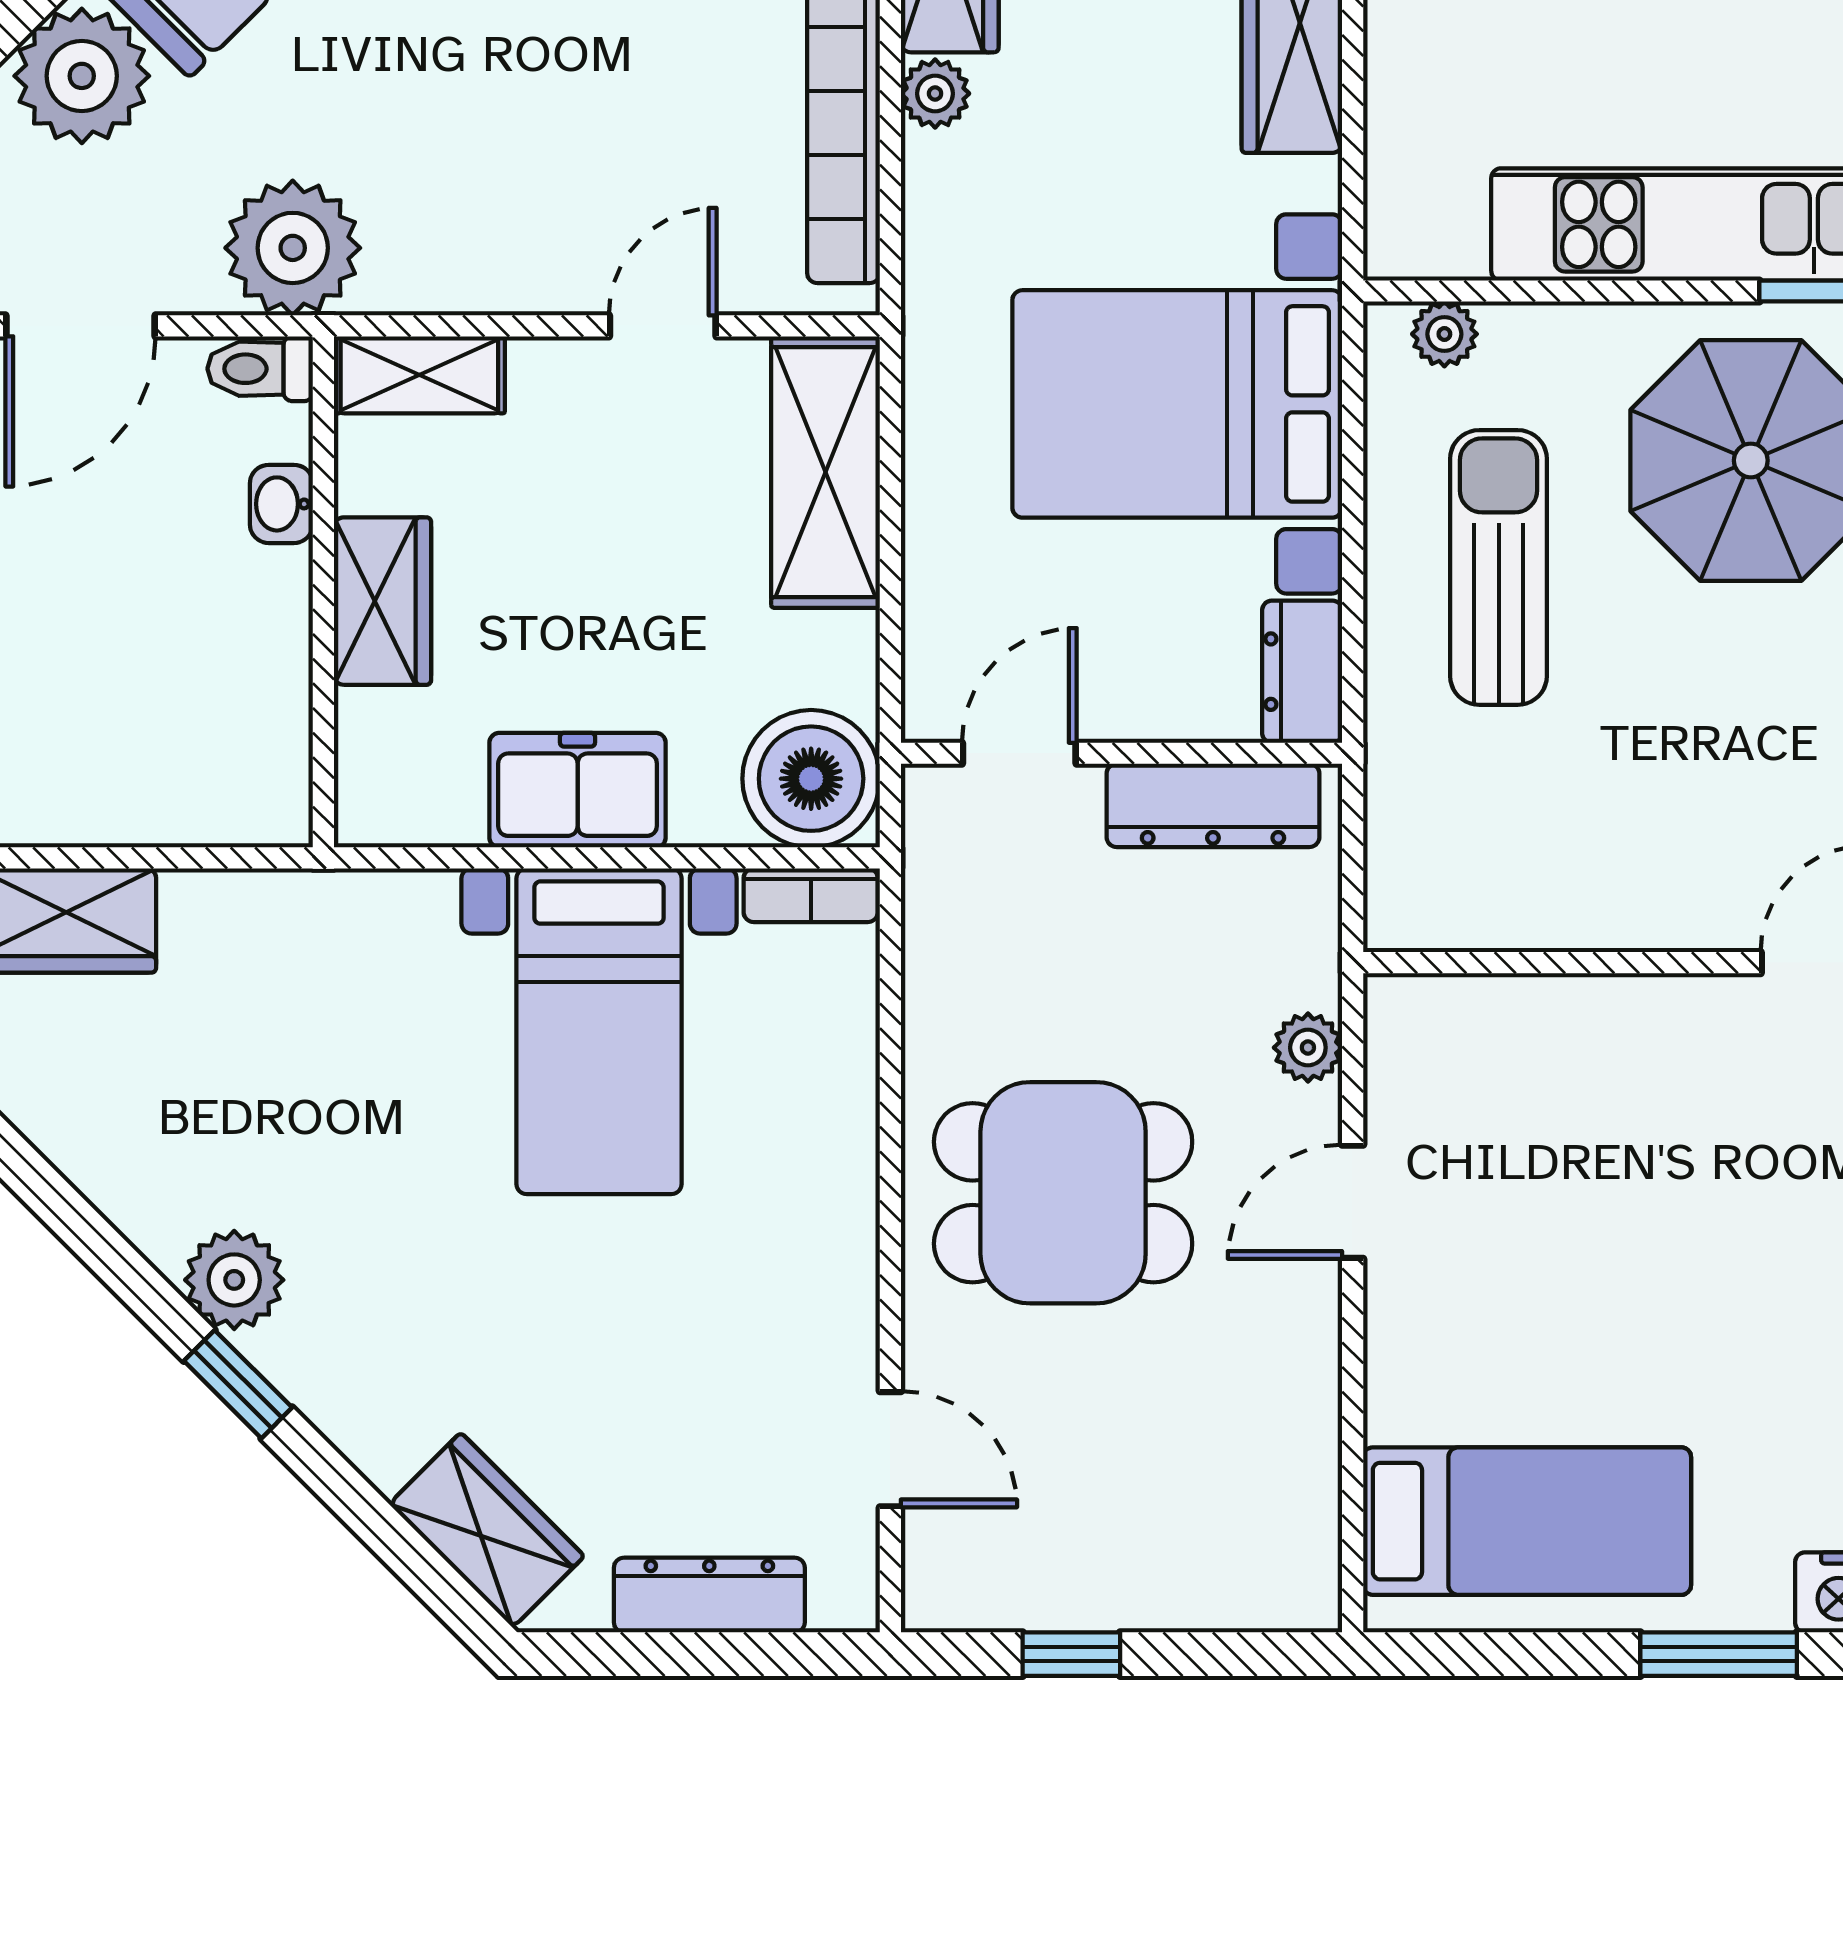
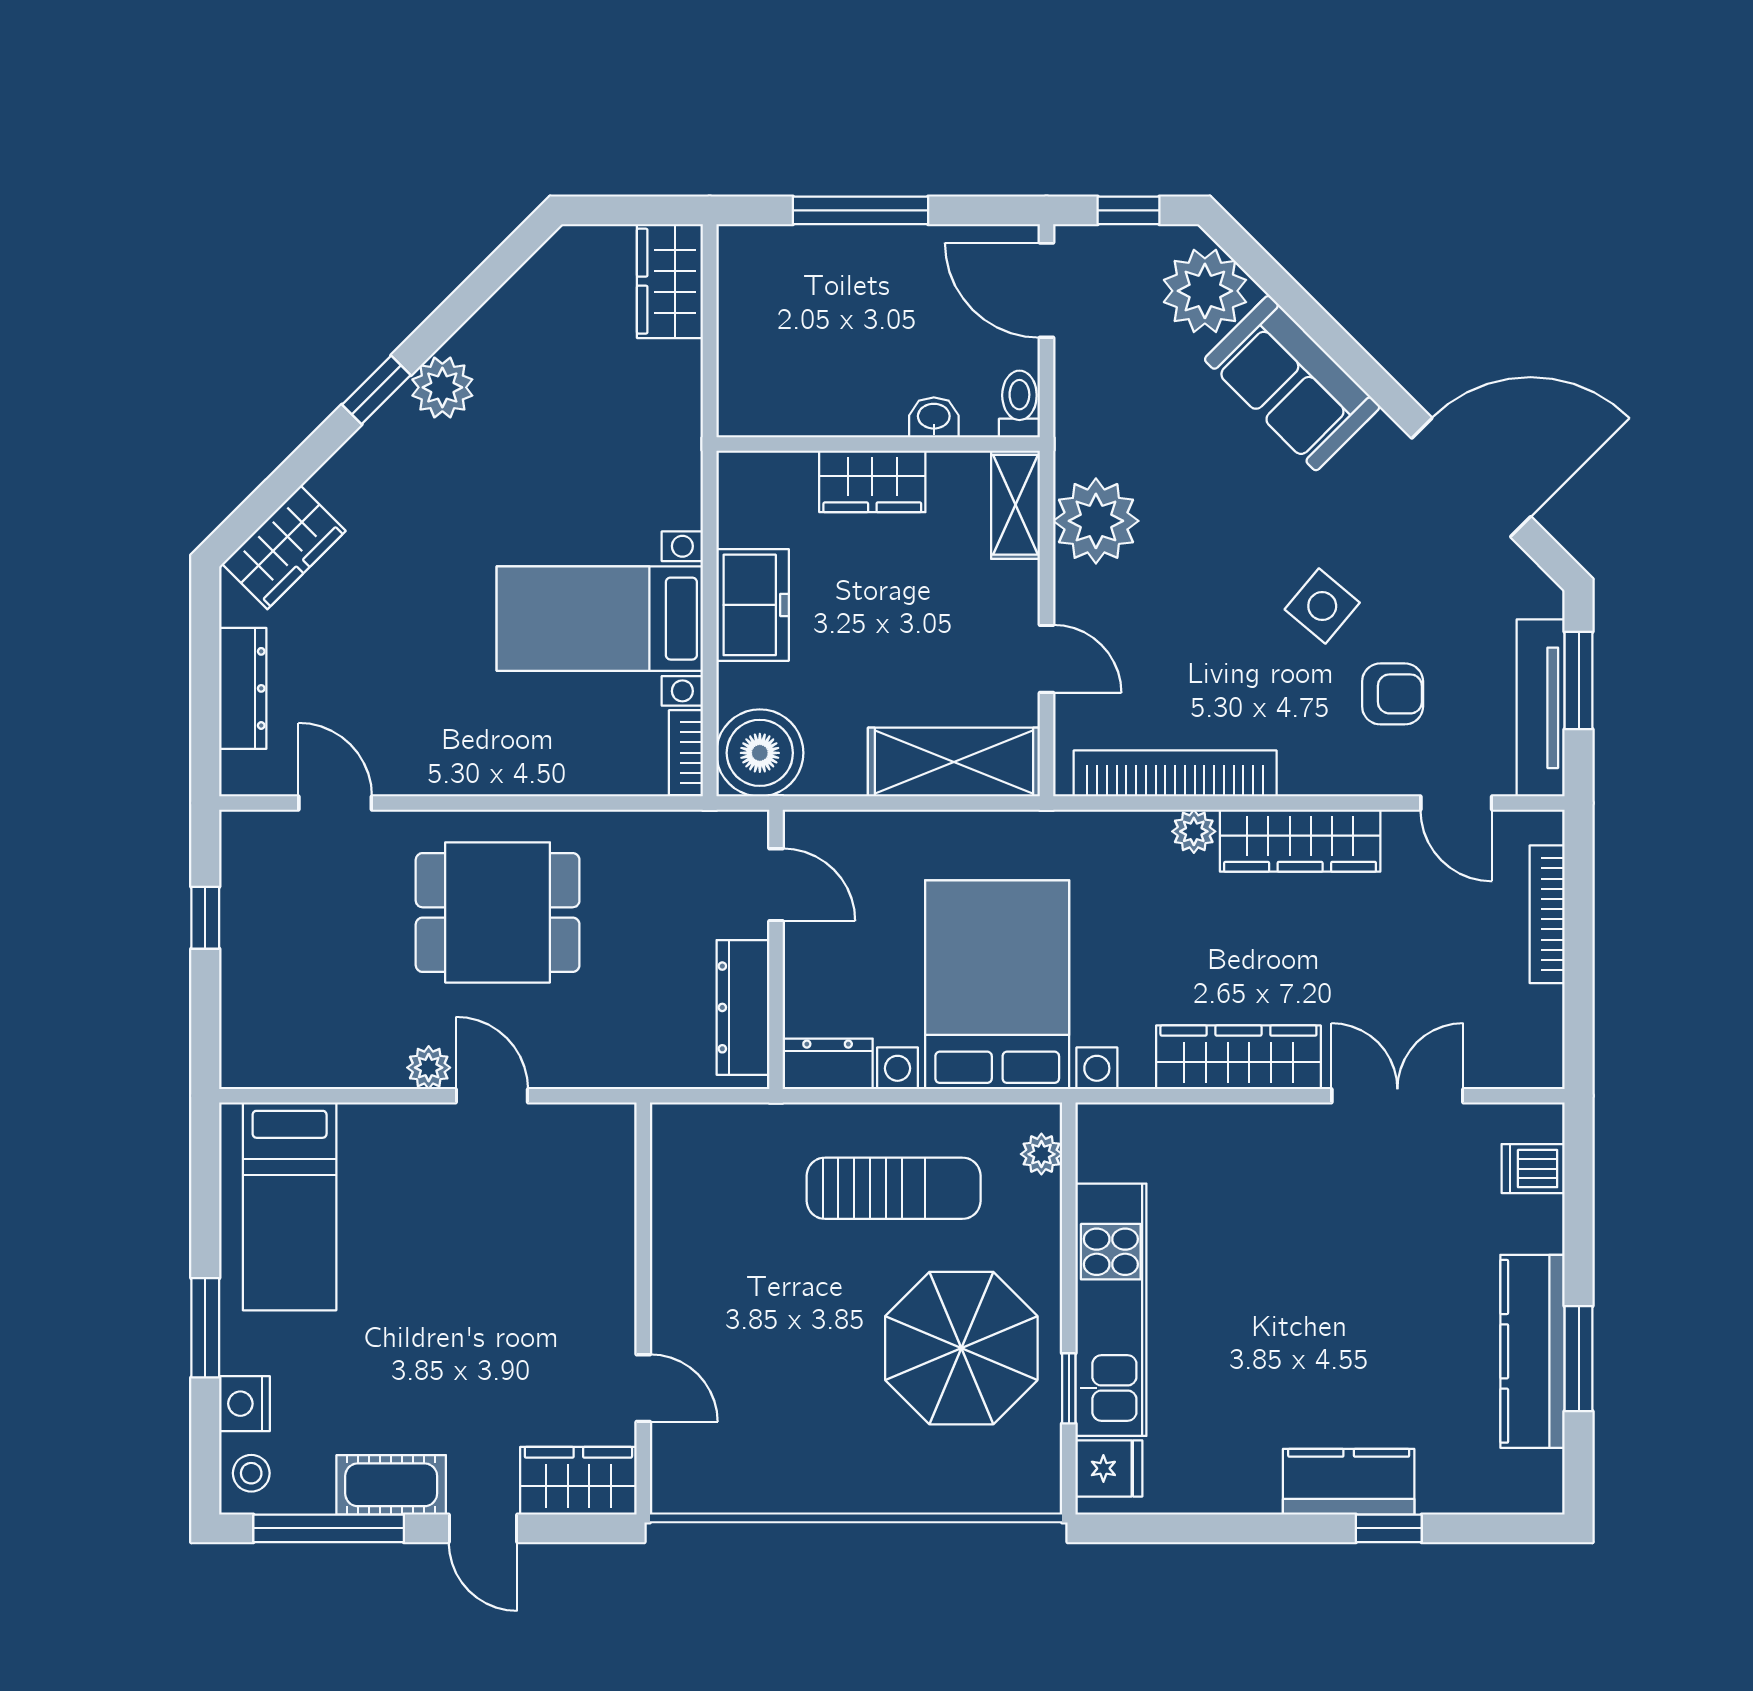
plant: (293, 248) -> (1096, 521), moved
plant: (1308, 1048) -> (429, 1068), moved
dining table: (1063, 1193) -> (498, 912), turned 90
door: (890, 1449) -> (335, 803), swing flipped

